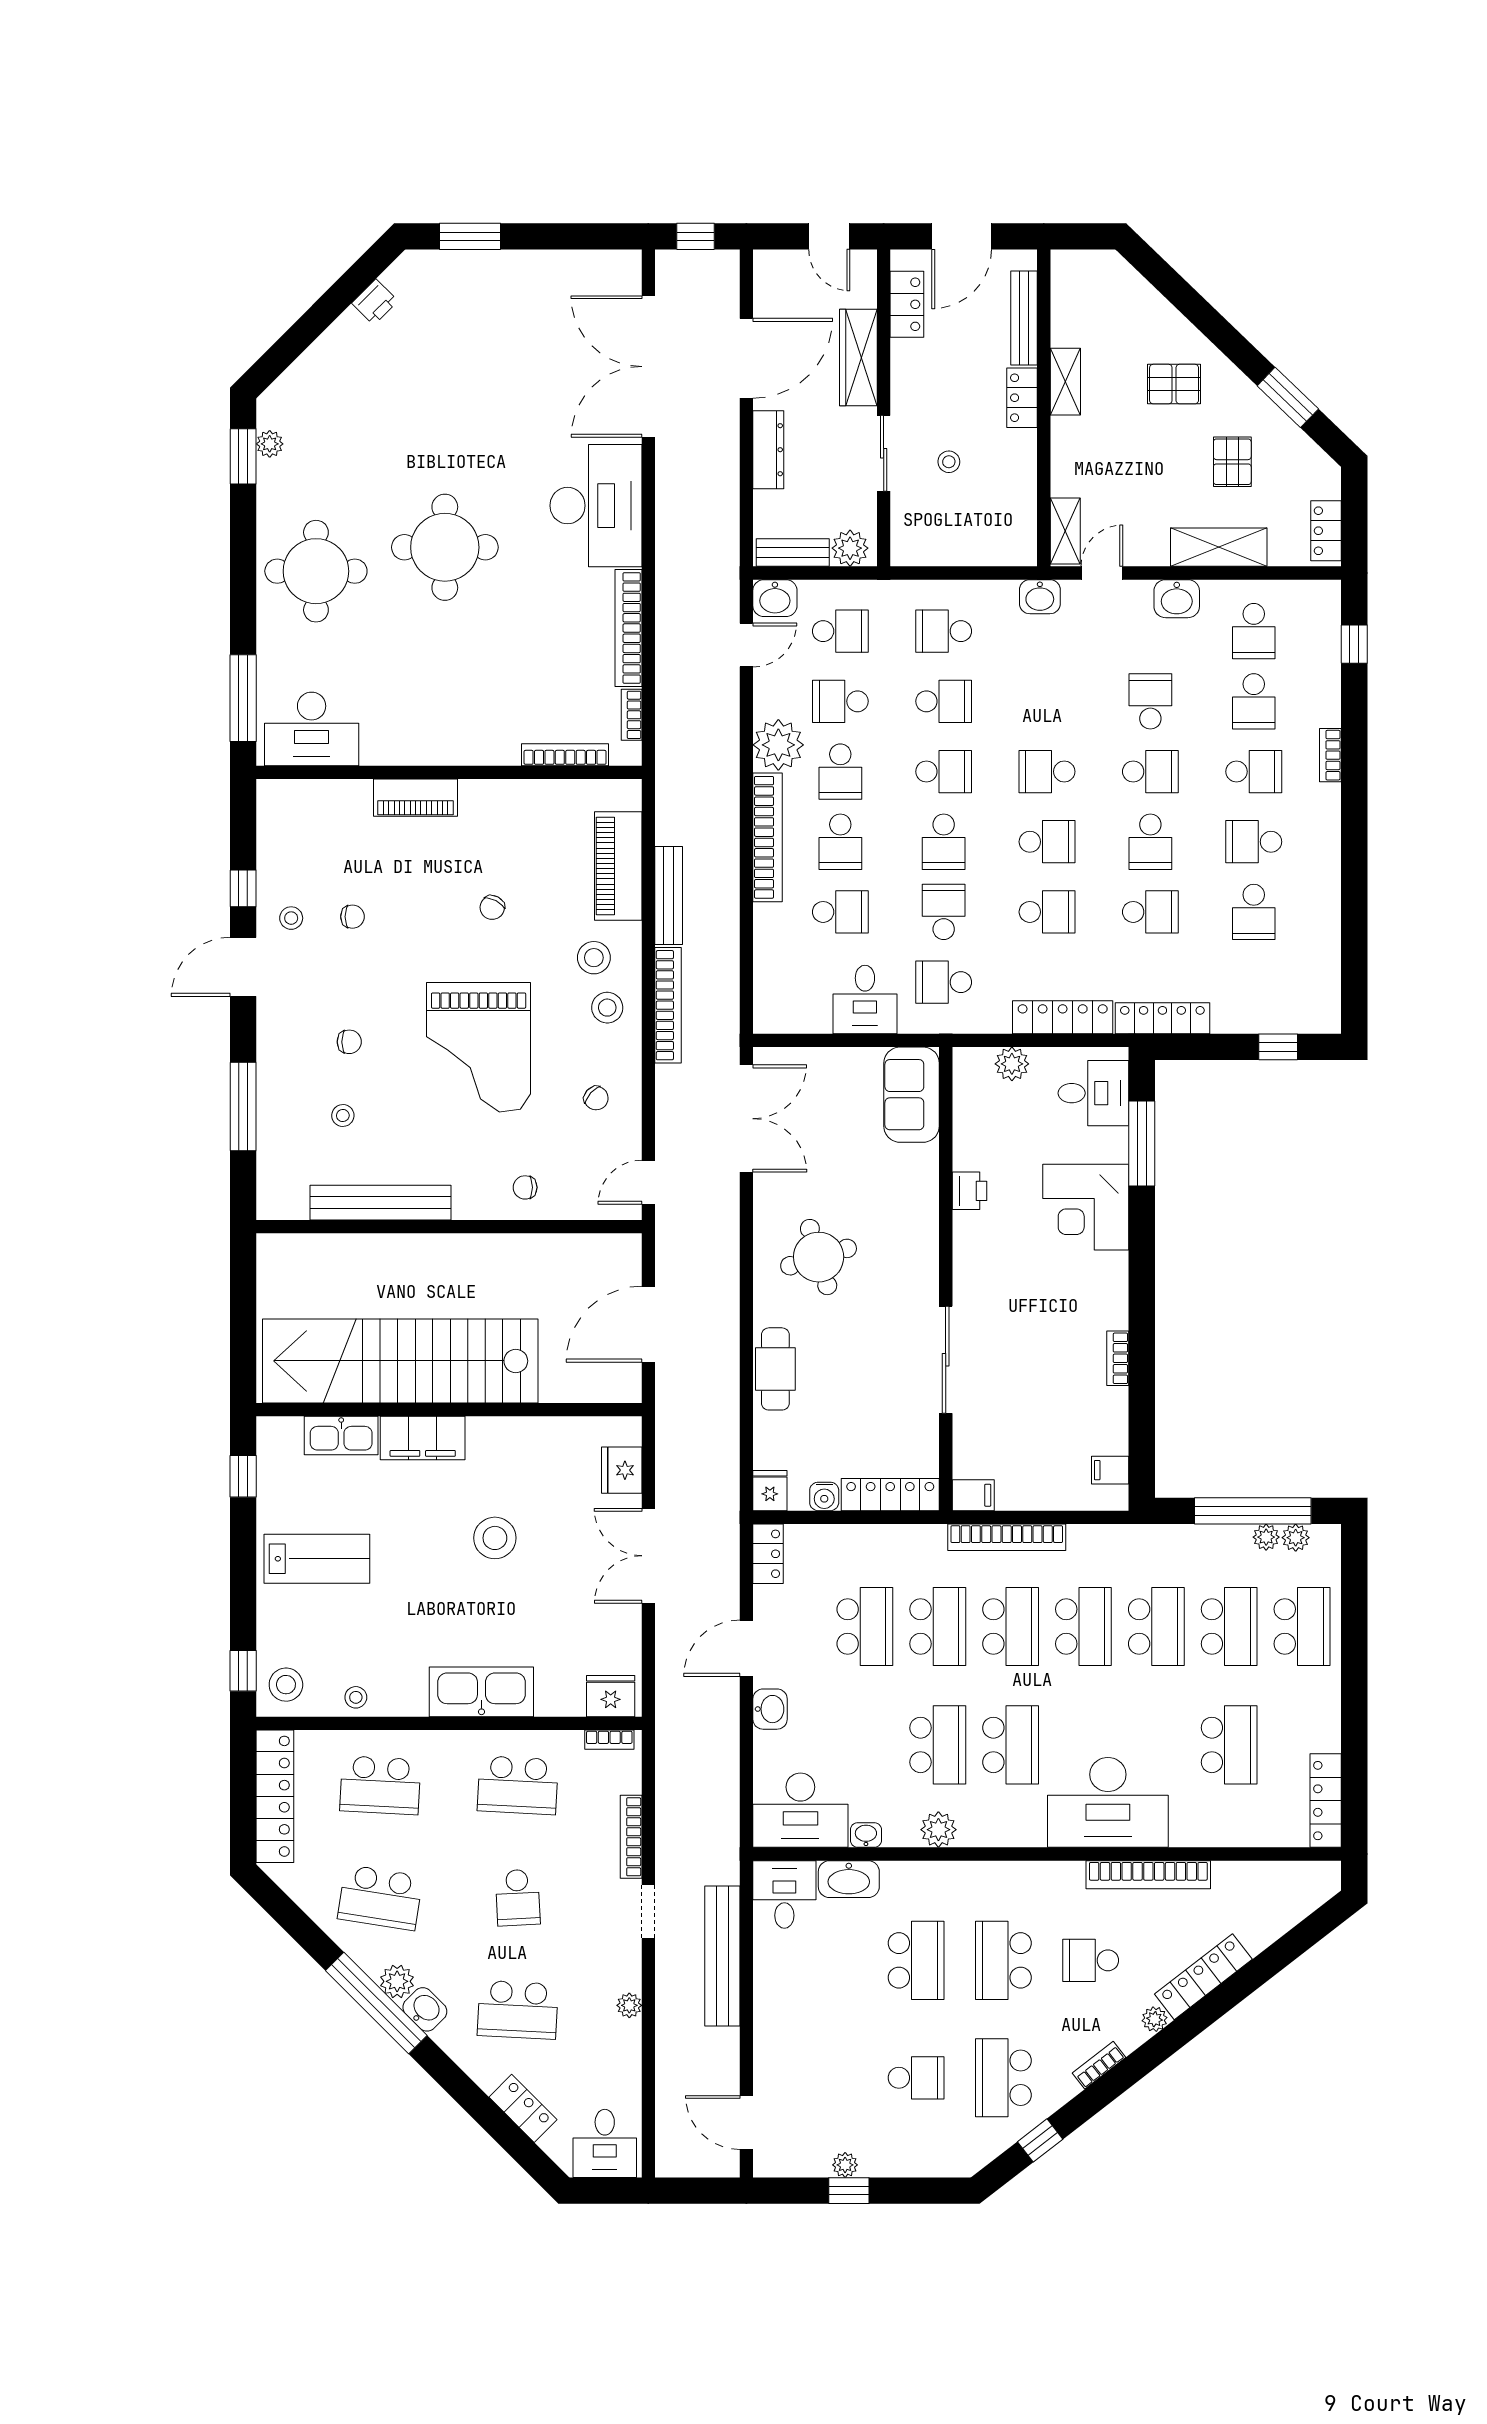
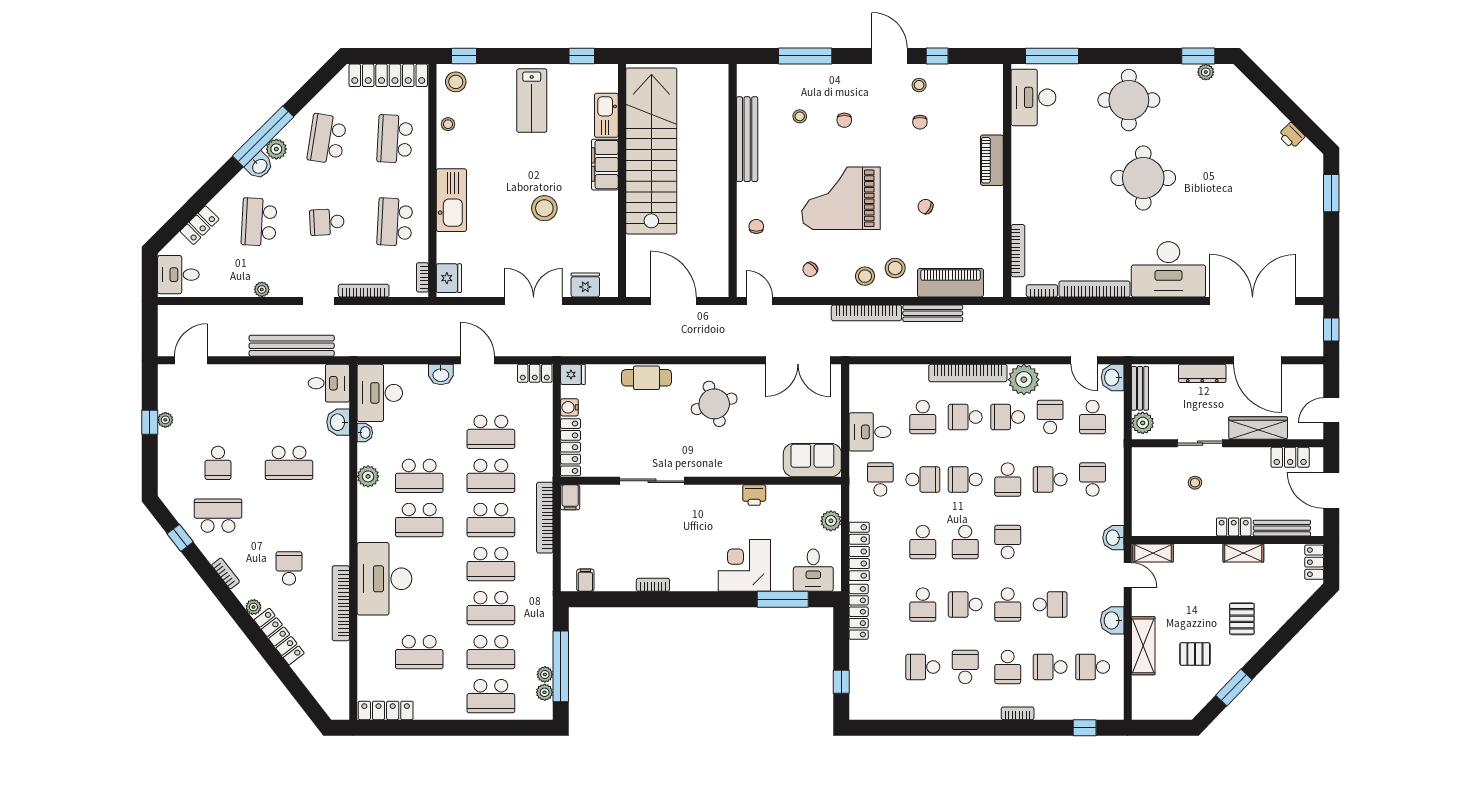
locker: (1326, 531) -> (1314, 562), moved, turned -90
school desk: (944, 701) -> (1050, 480), turned 90
washbasin: (849, 1879) -> (338, 422), width x0.72
school desk: (1003, 1960) -> (289, 516), removed

